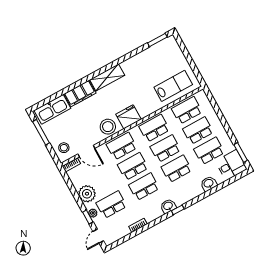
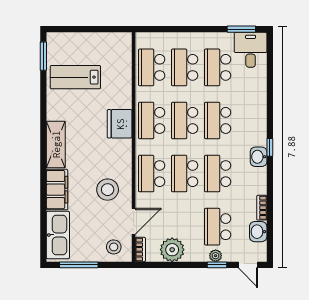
lab bench: (173, 86) -> (75, 77), moved, turned -90
fridge: (128, 117) -> (120, 124), moved
stool: (108, 127) -> (108, 190), moved
washbasin: (209, 184) -> (258, 232), moved
plant: (87, 194) -> (172, 250), moved

